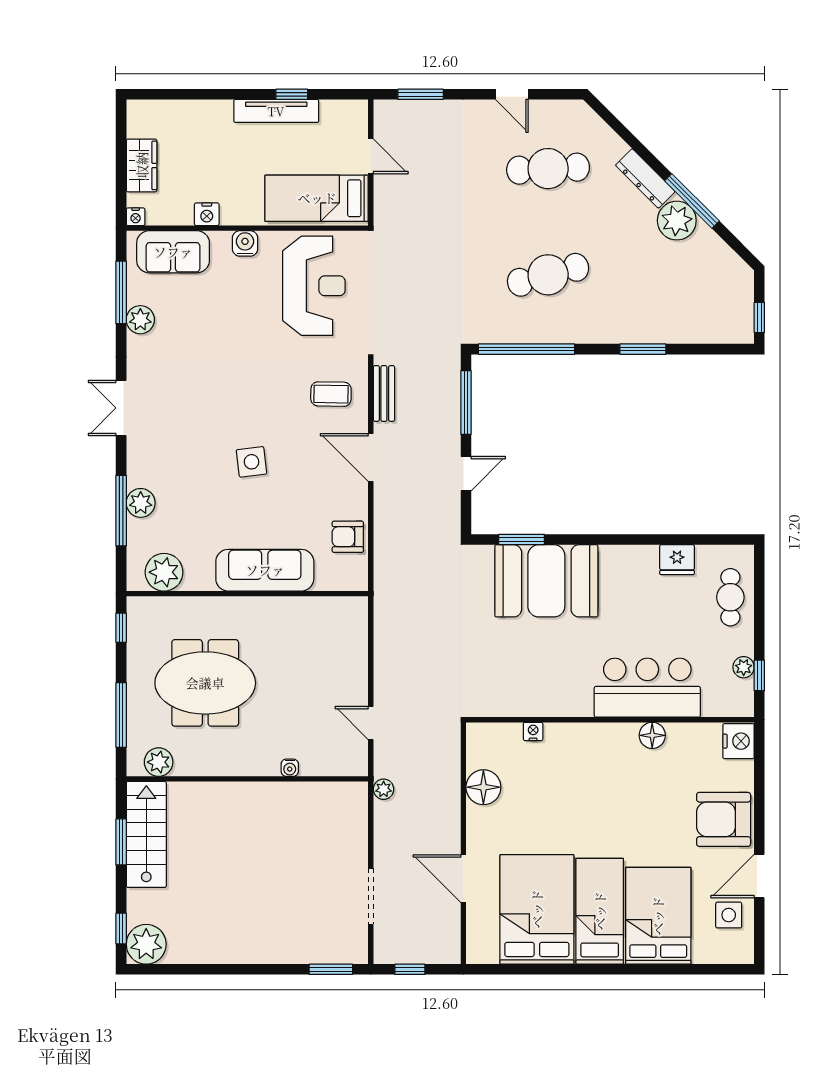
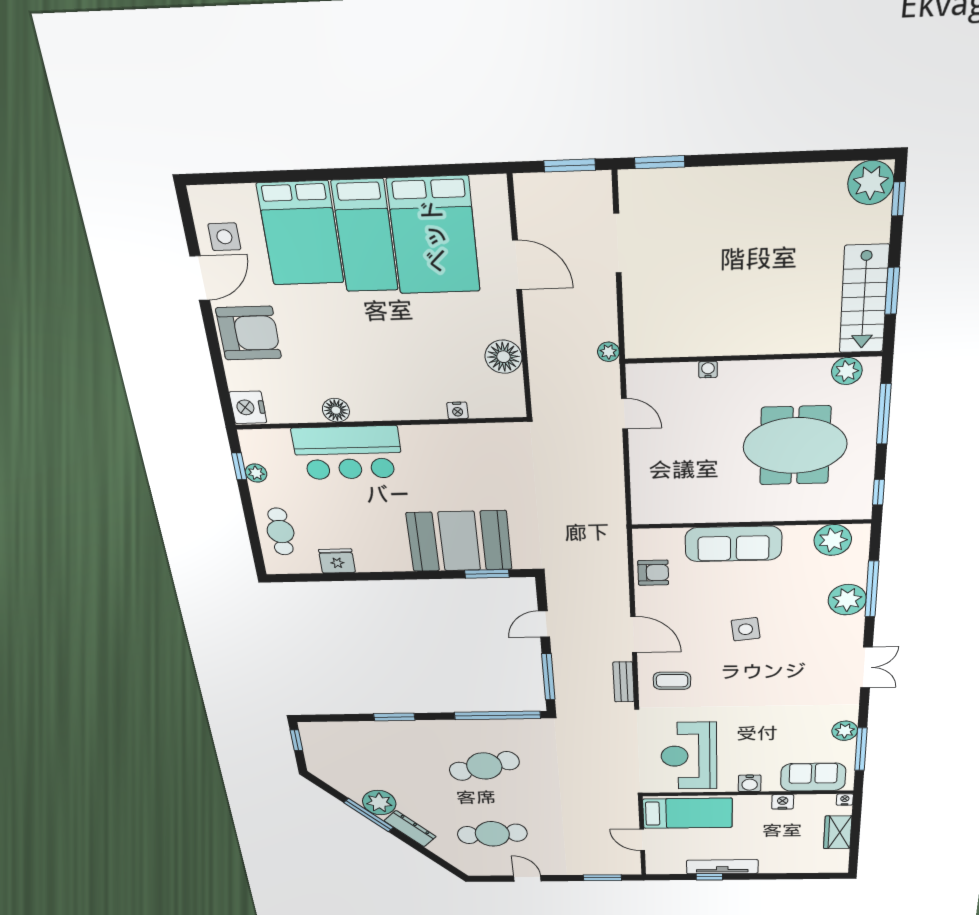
plant: (141, 503) -> (847, 600), width x1.36, depth x1.36
window: (410, 969) -> (570, 165), width x1.50

